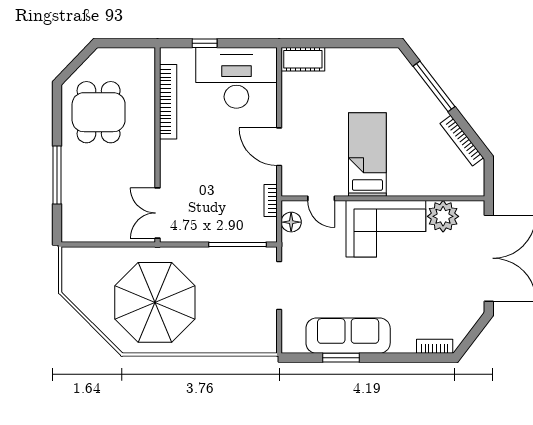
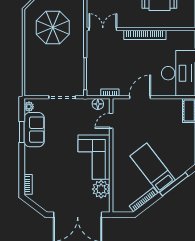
bookcase: (168, 102) -> (145, 35), moved
bed: (367, 154) -> (153, 168), moved, turned -128
parasol: (155, 302) -> (53, 27), width x0.73, depth x0.73
sofa: (348, 336) -> (34, 130), width x0.73
plant: (296, 345) -> (29, 107), added

